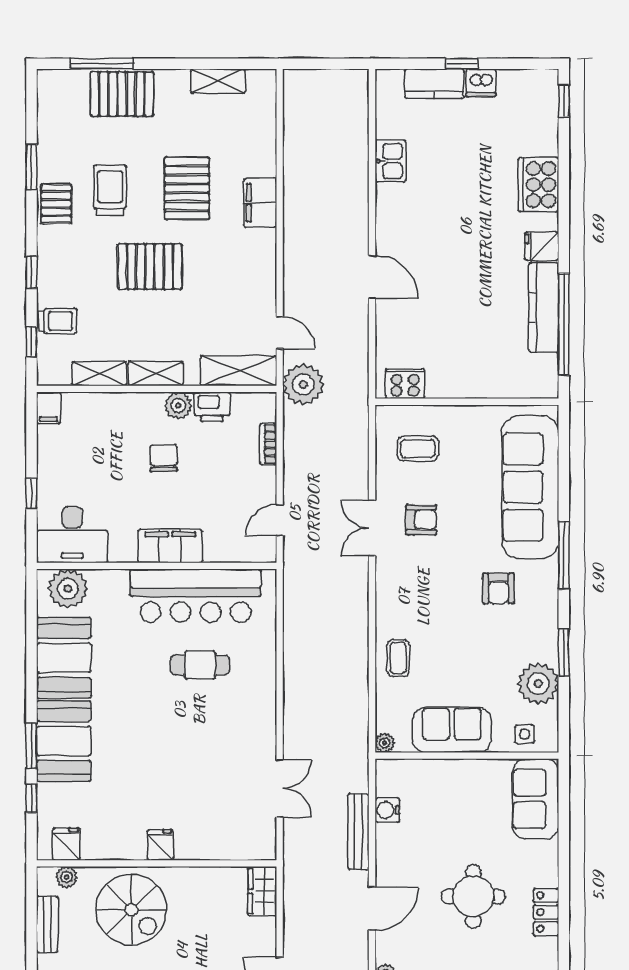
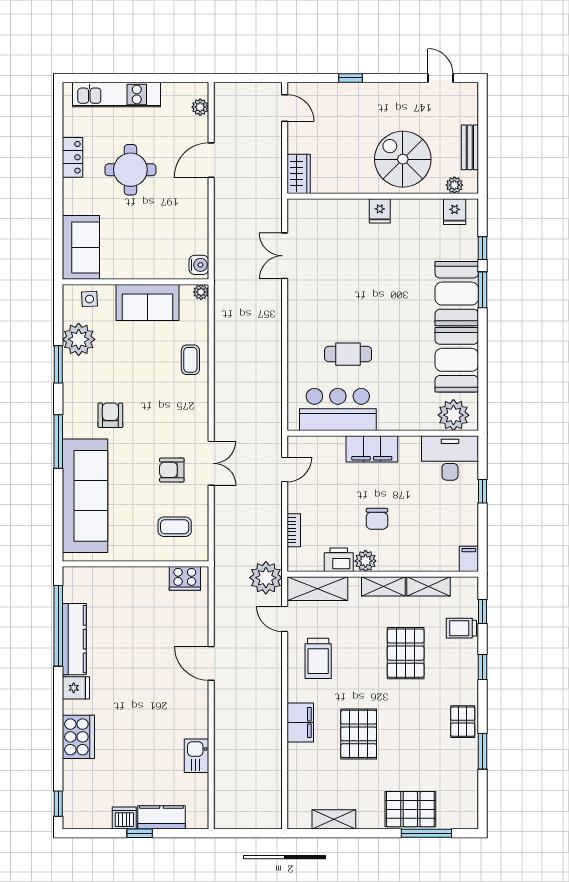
trolley: (110, 190) -> (318, 658), moved
pallet: (150, 267) -> (406, 653), moved, turned 90
bar counter: (196, 596) -> (338, 409), width x0.73
water cooler: (387, 810) -> (199, 265), moved
bench: (358, 832) -> (222, 221), removed

